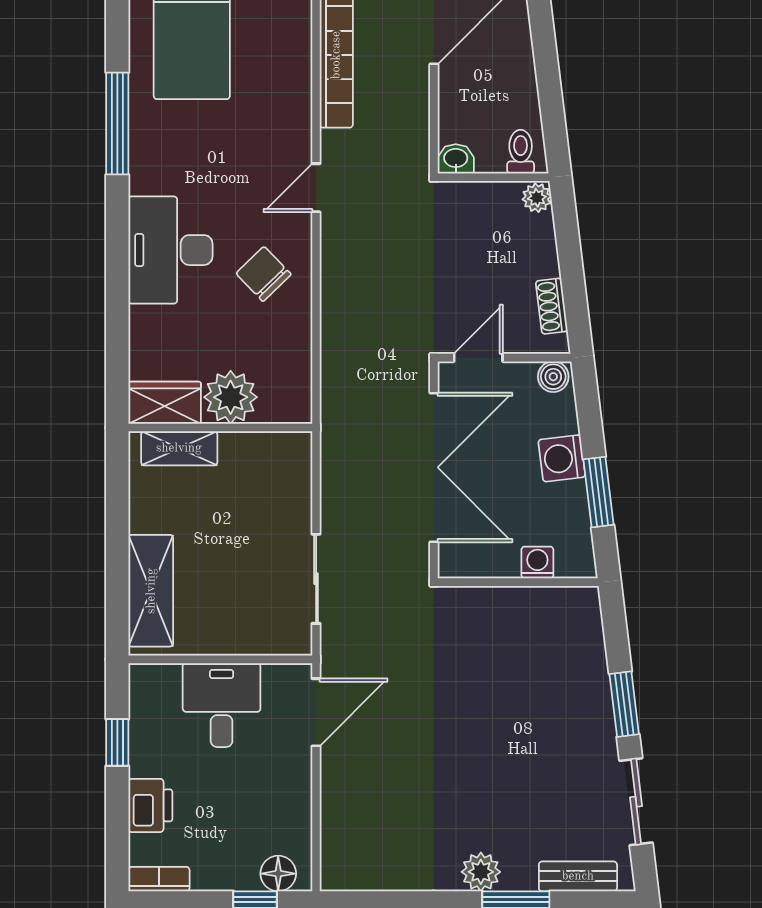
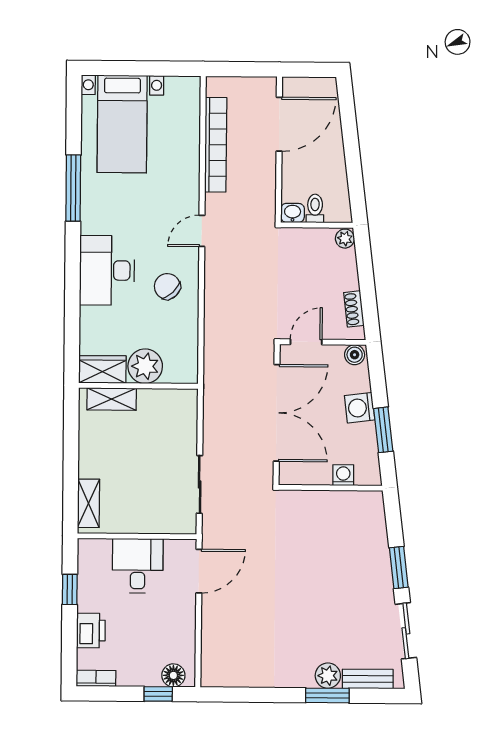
toilet: (521, 152) -> (315, 208), moved
shelving: (151, 591) -> (89, 503), width x0.67, depth x0.75
plant: (481, 872) -> (328, 676), moved

